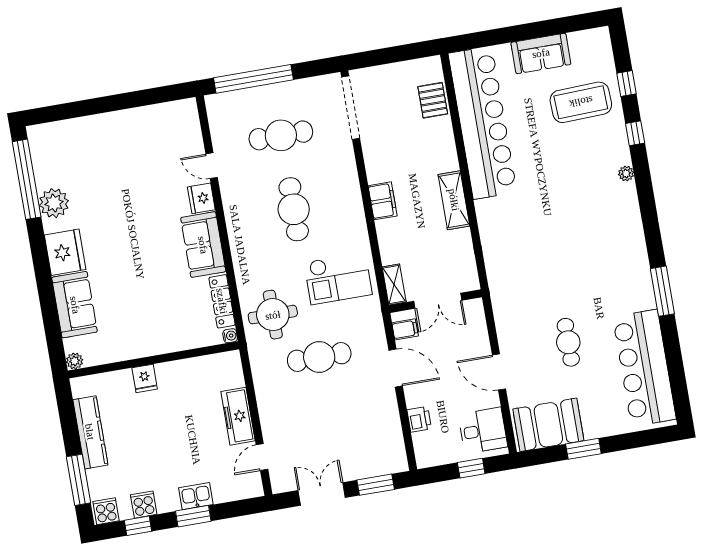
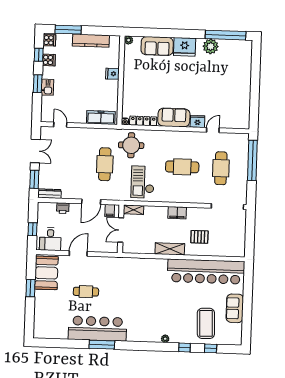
pallet: (433, 100) -> (199, 237), moved
bar counter: (644, 368) -> (97, 329), moved
freezer: (238, 416) -> (101, 118), moved
dresser: (397, 450) -> (49, 194), added

